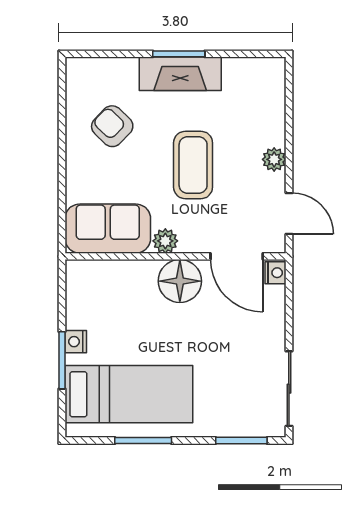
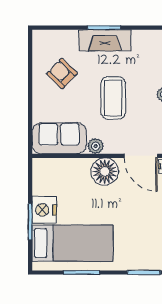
nightstand: (76, 342) -> (44, 210), width x1.89, depth x1.79

